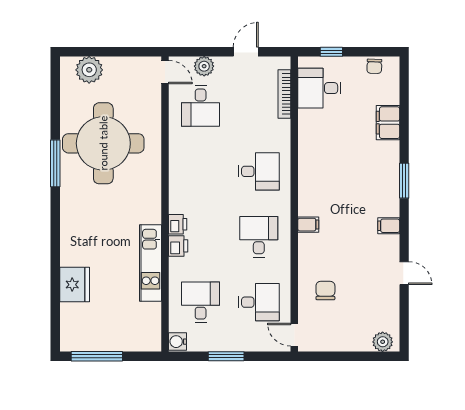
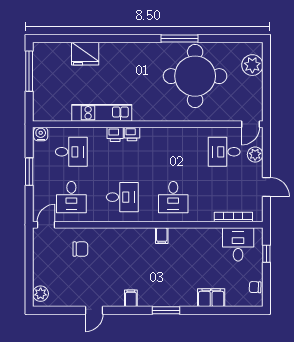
filing cabinet: (308, 225) -> (162, 236), moved

